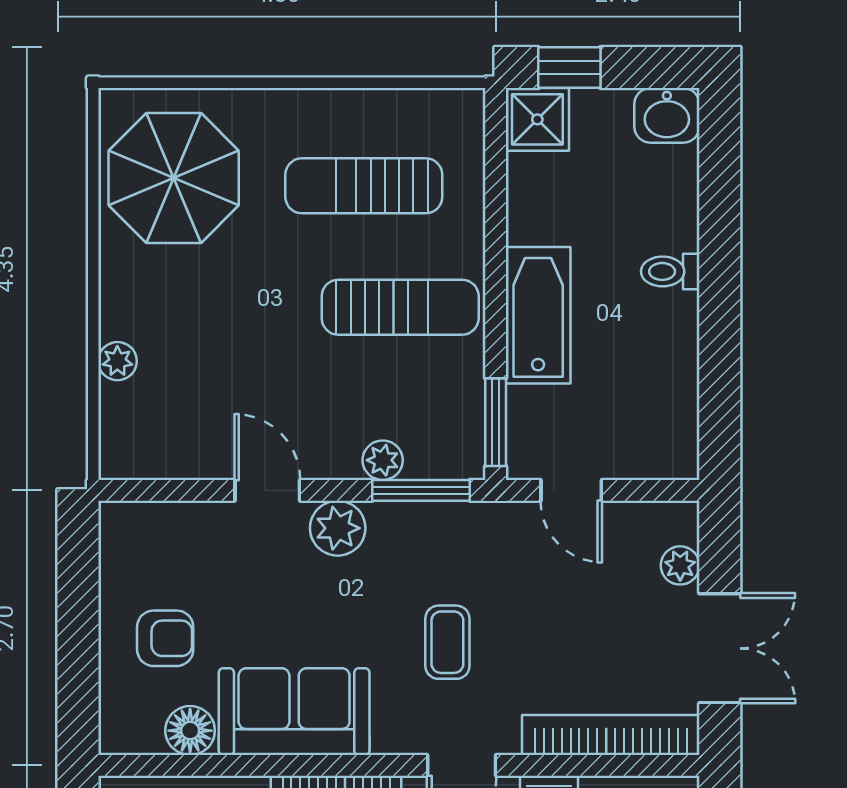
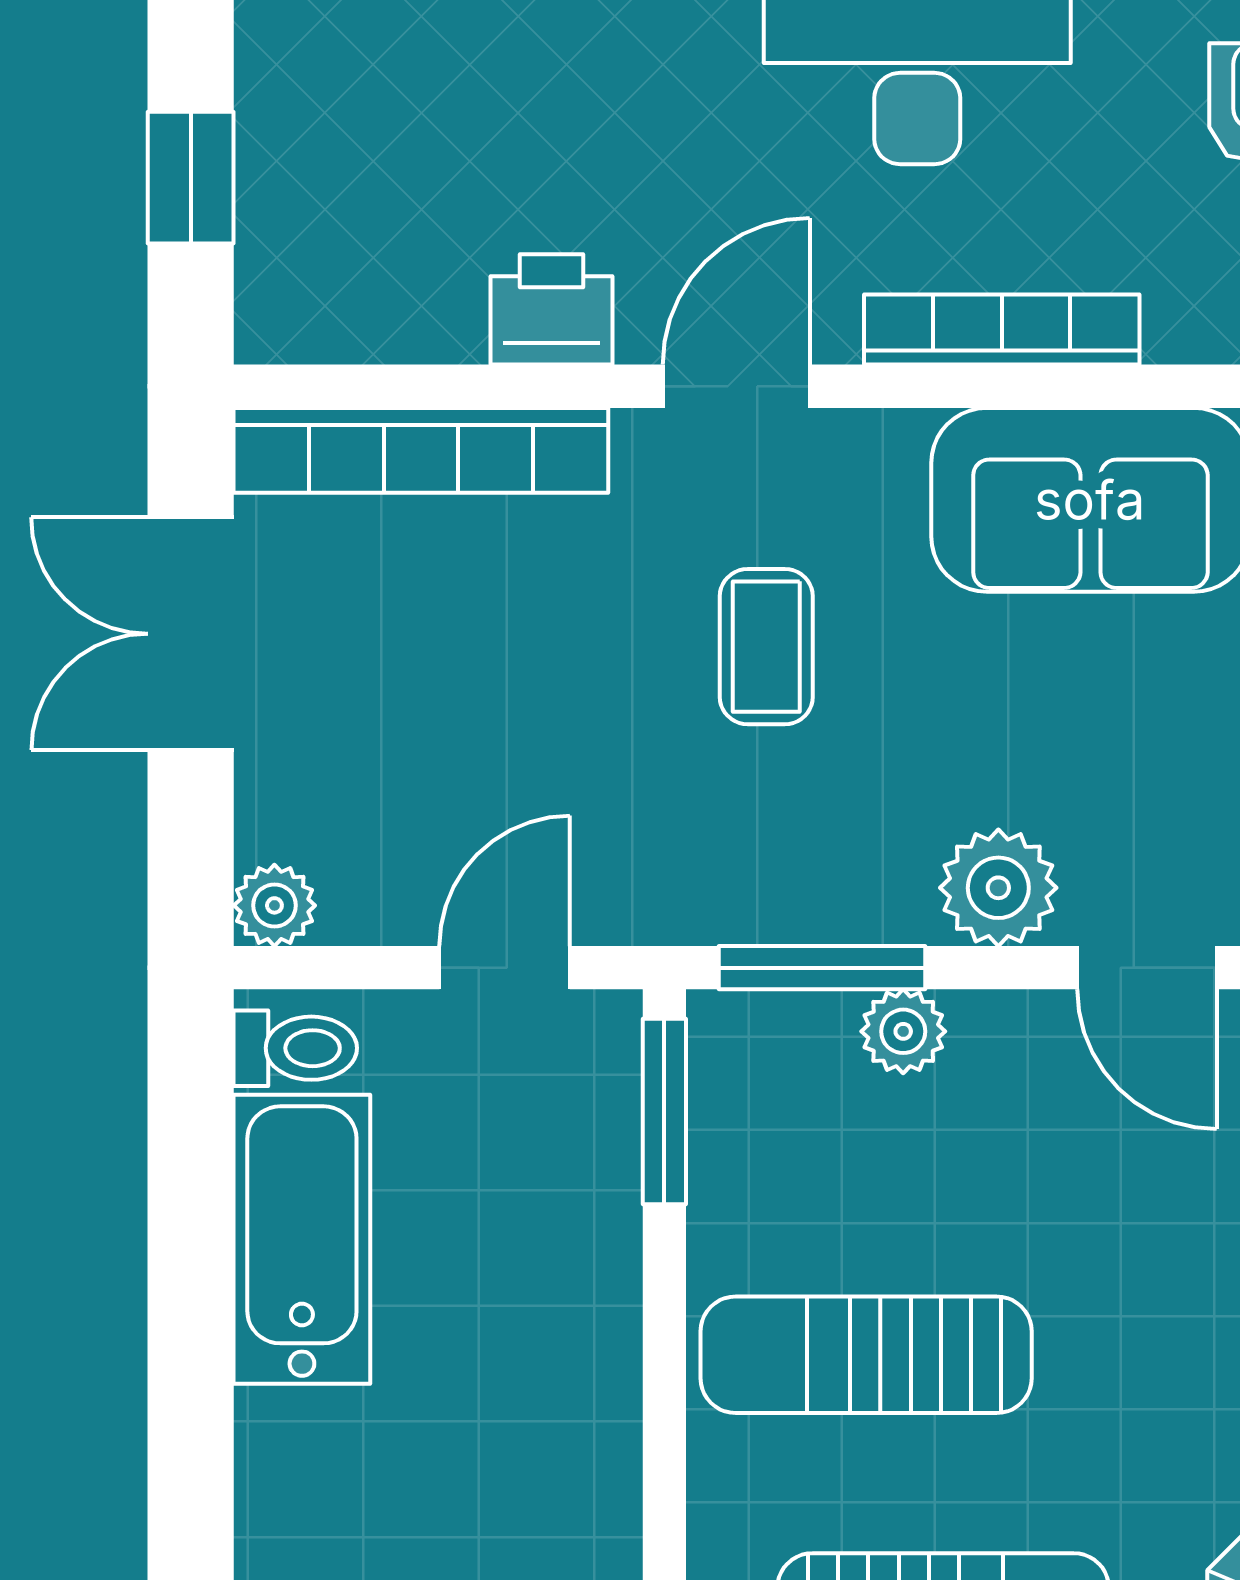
toilet: (670, 271) -> (295, 1048), moved
bathtub: (538, 315) -> (302, 1239), moved, turned 180
door: (571, 490) -> (505, 968), hinge flipped
plant: (680, 565) -> (274, 905), moved

